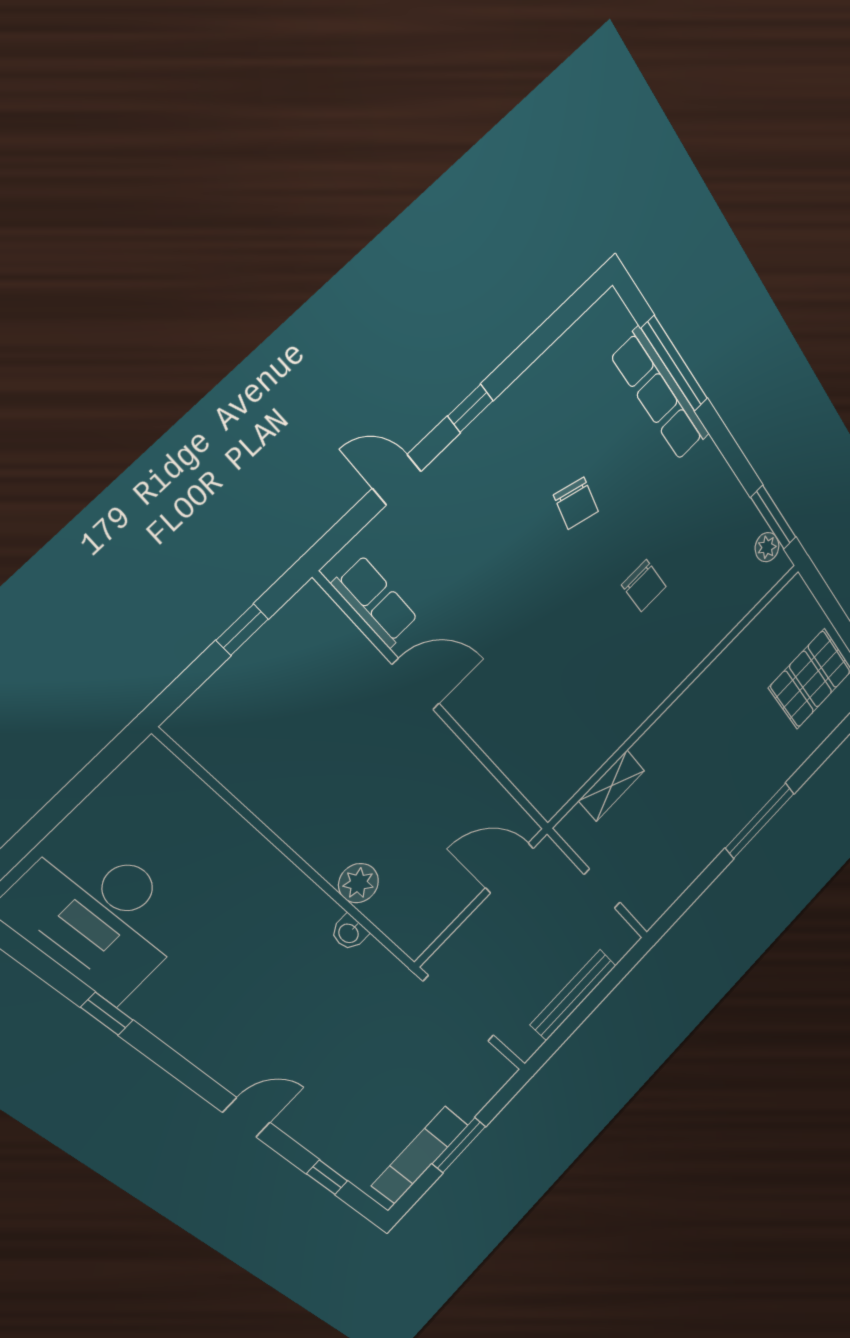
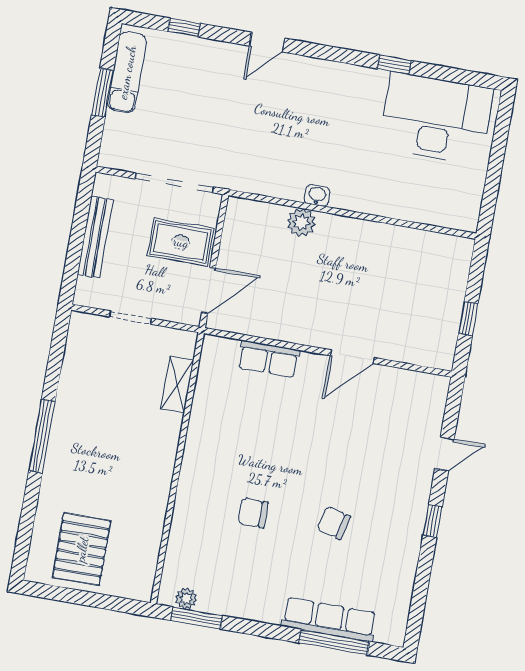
row of seats: (375, 602) -> (269, 359), moved
washbasin: (349, 933) -> (317, 195), moved
rug: (499, 940) -> (181, 242), added

